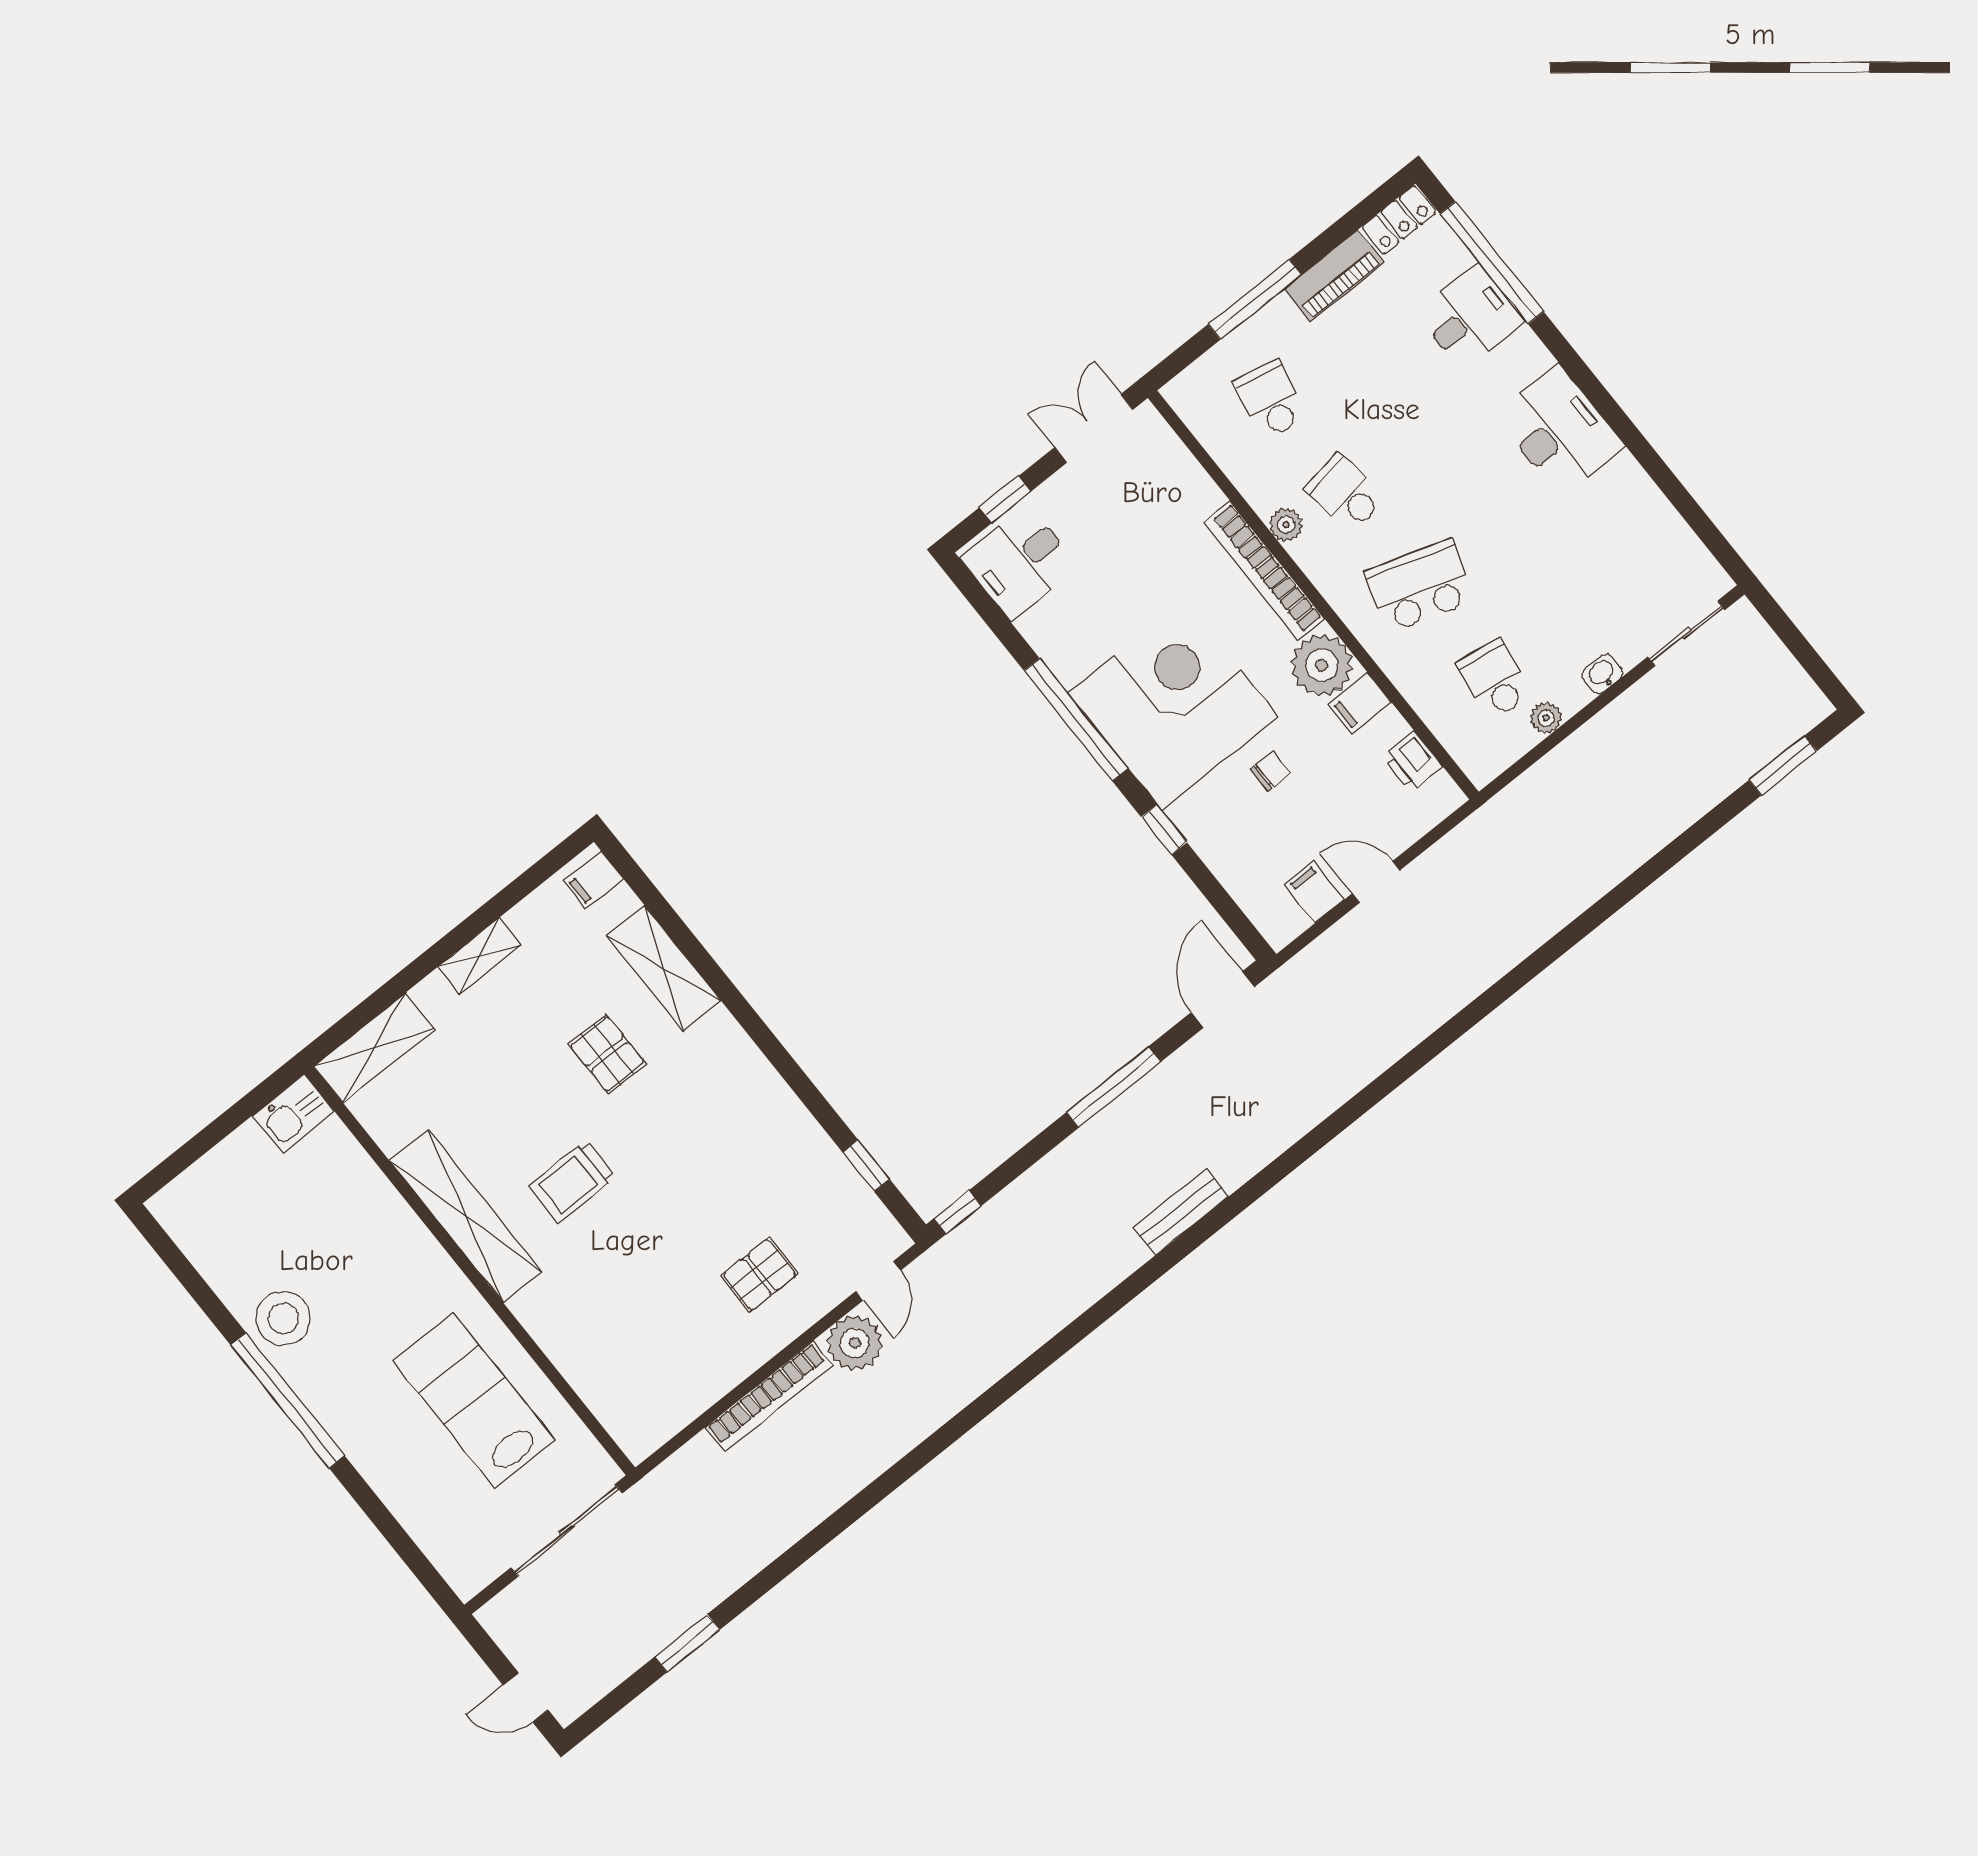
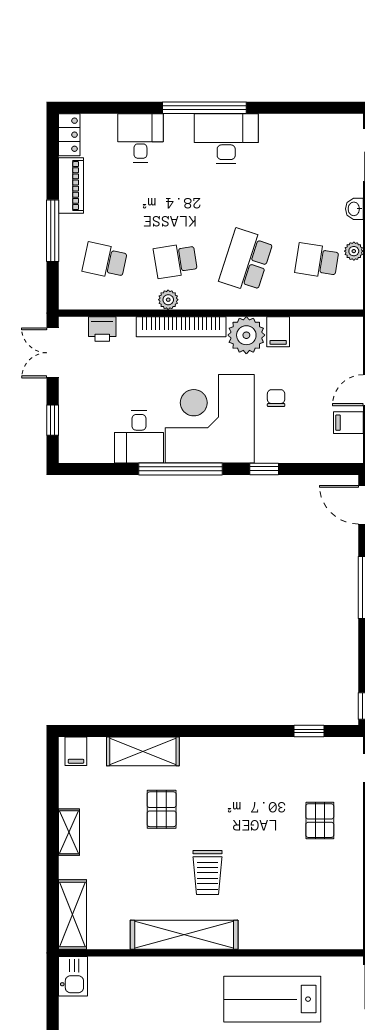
window: (1492, 263) -> (204, 108), moved
desk: (1020, 562) -> (139, 437), moved
printer: (1412, 762) -> (102, 329), moved
pallet: (607, 1054) -> (162, 809), turned 90

